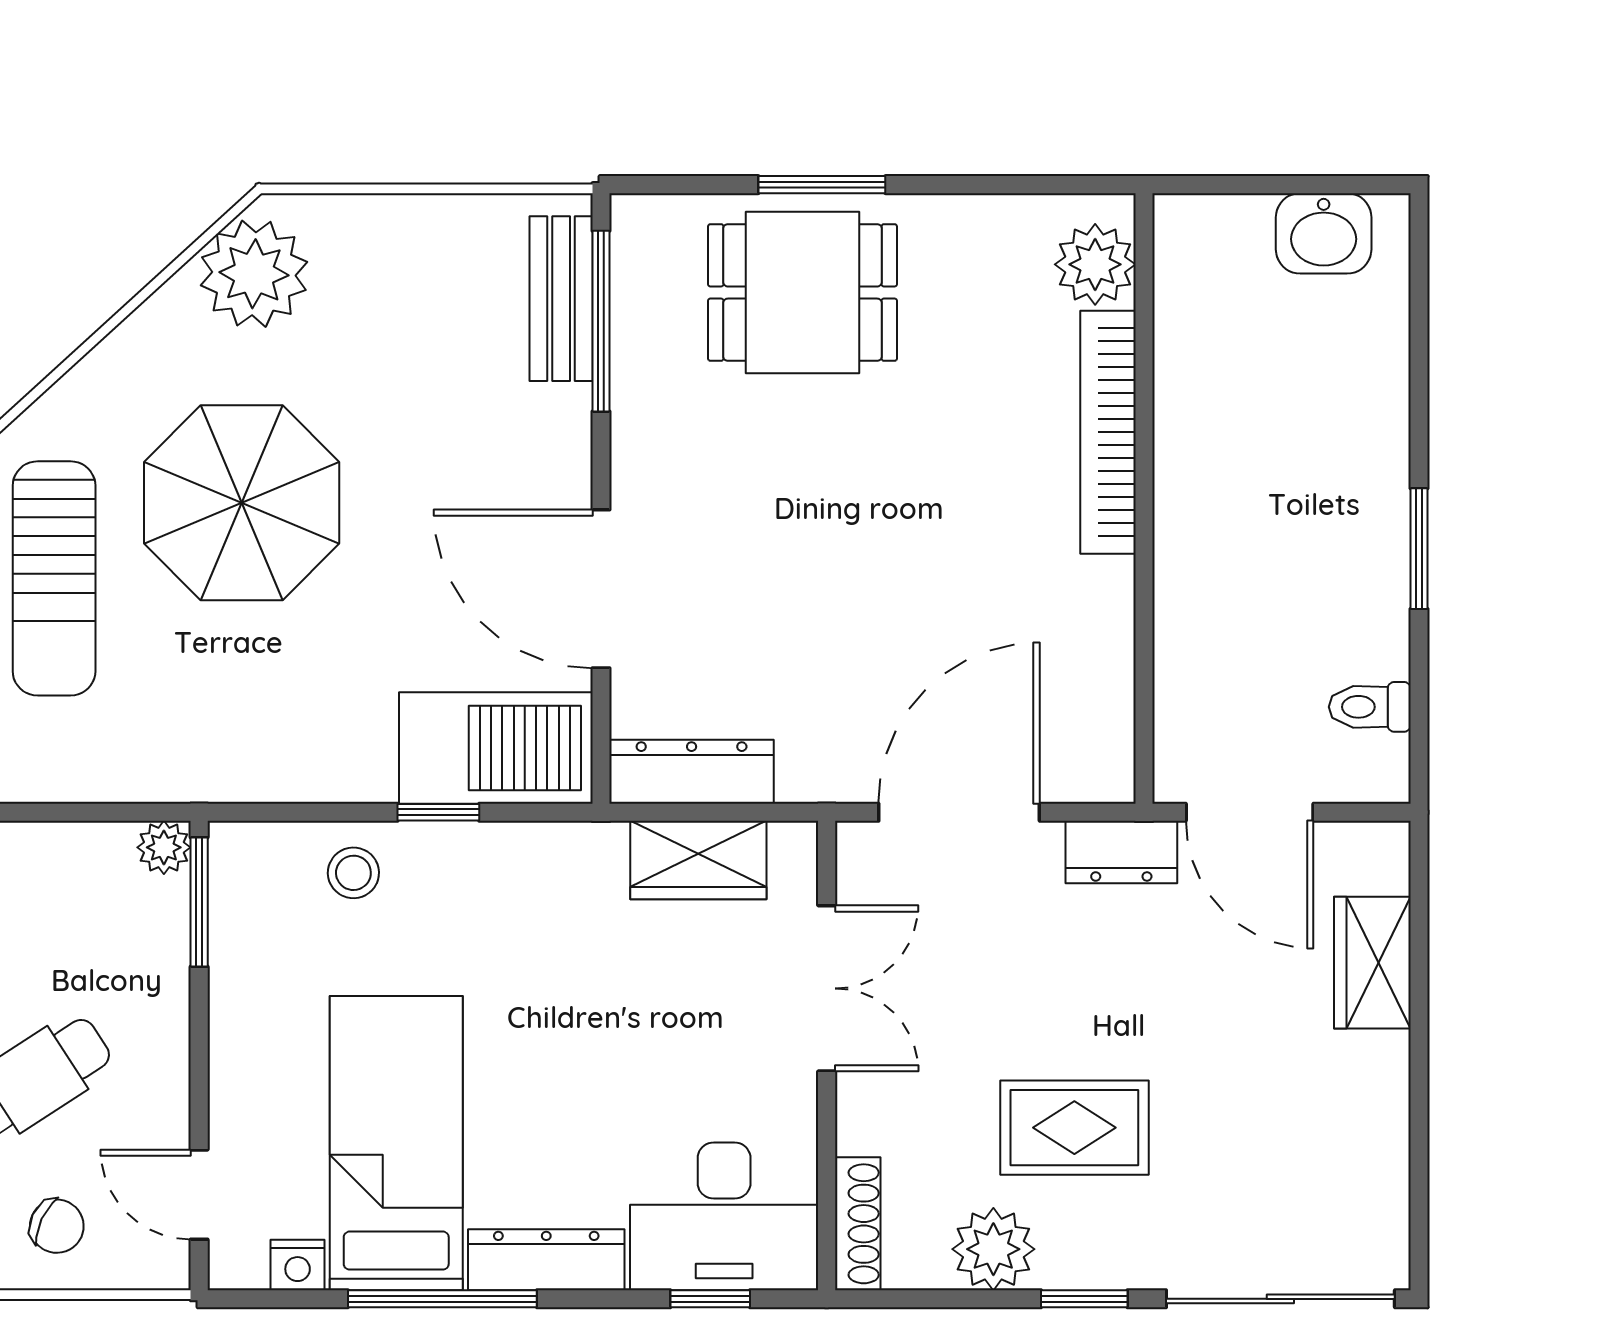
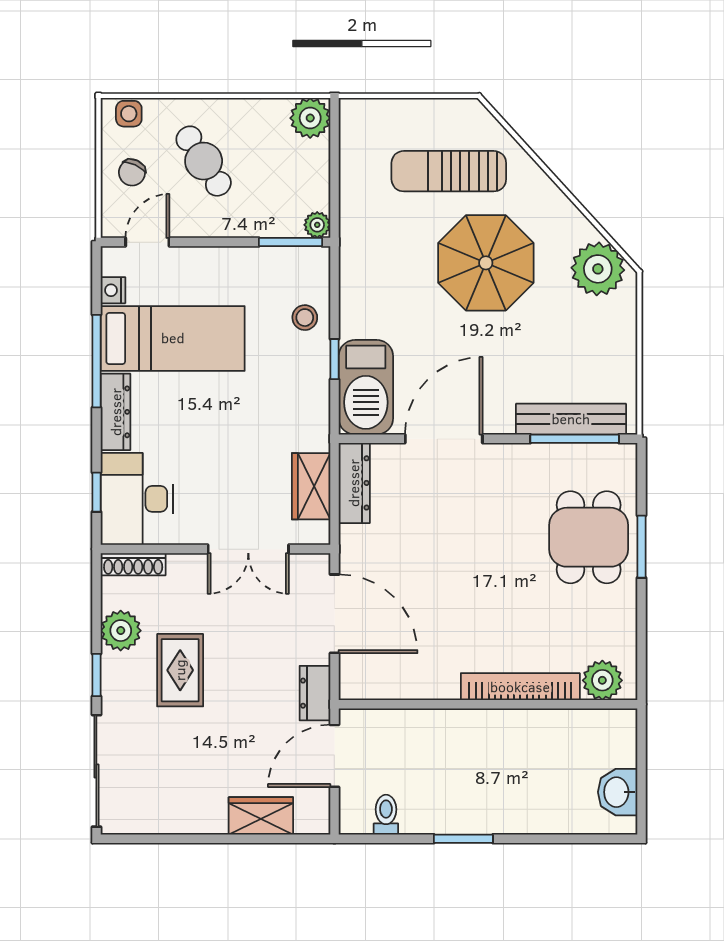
bench: (561, 299) -> (571, 419), width x1.36

